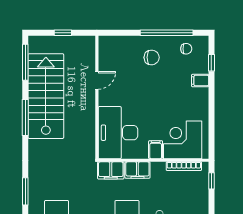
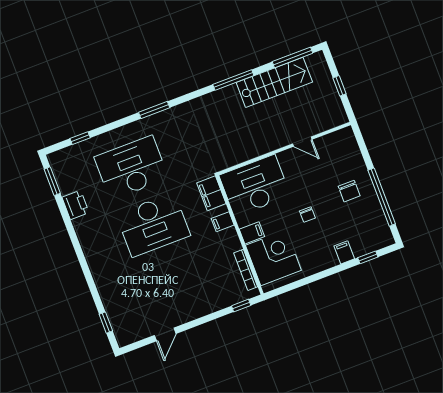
chair: (186, 49) -> (307, 215), moved
stairs: (46, 96) -> (274, 82), width x0.73, depth x0.66
filing cabinet: (137, 170) -> (223, 222), width x0.50

